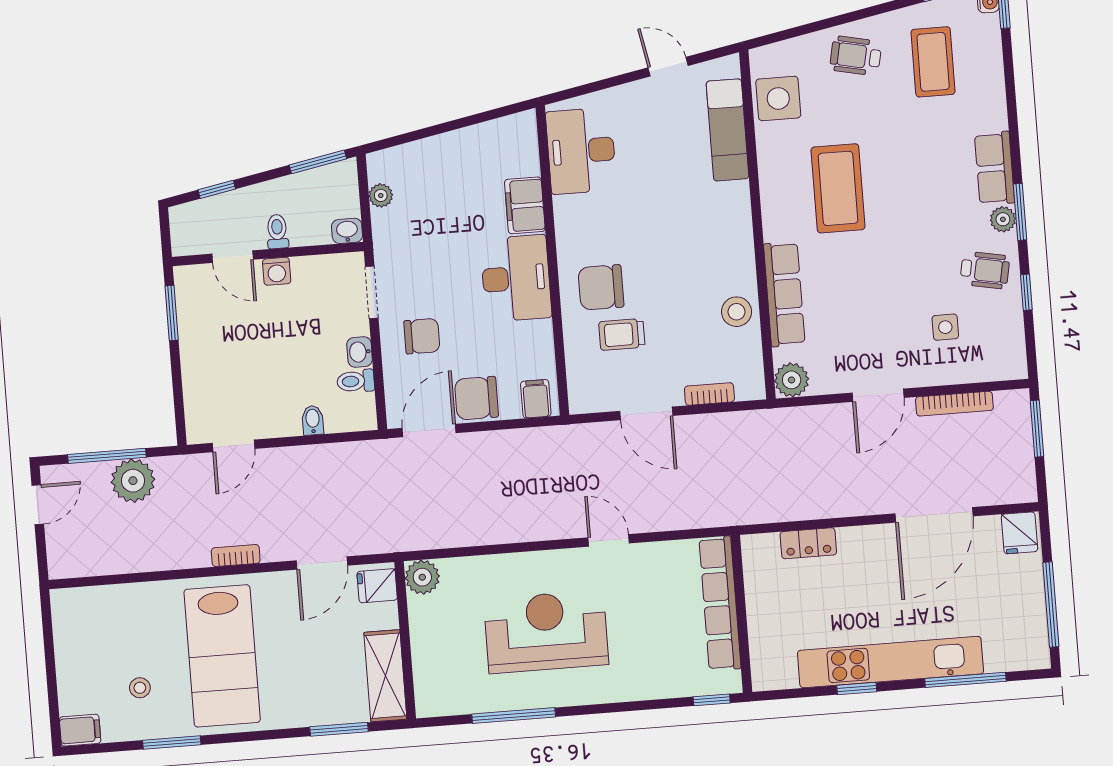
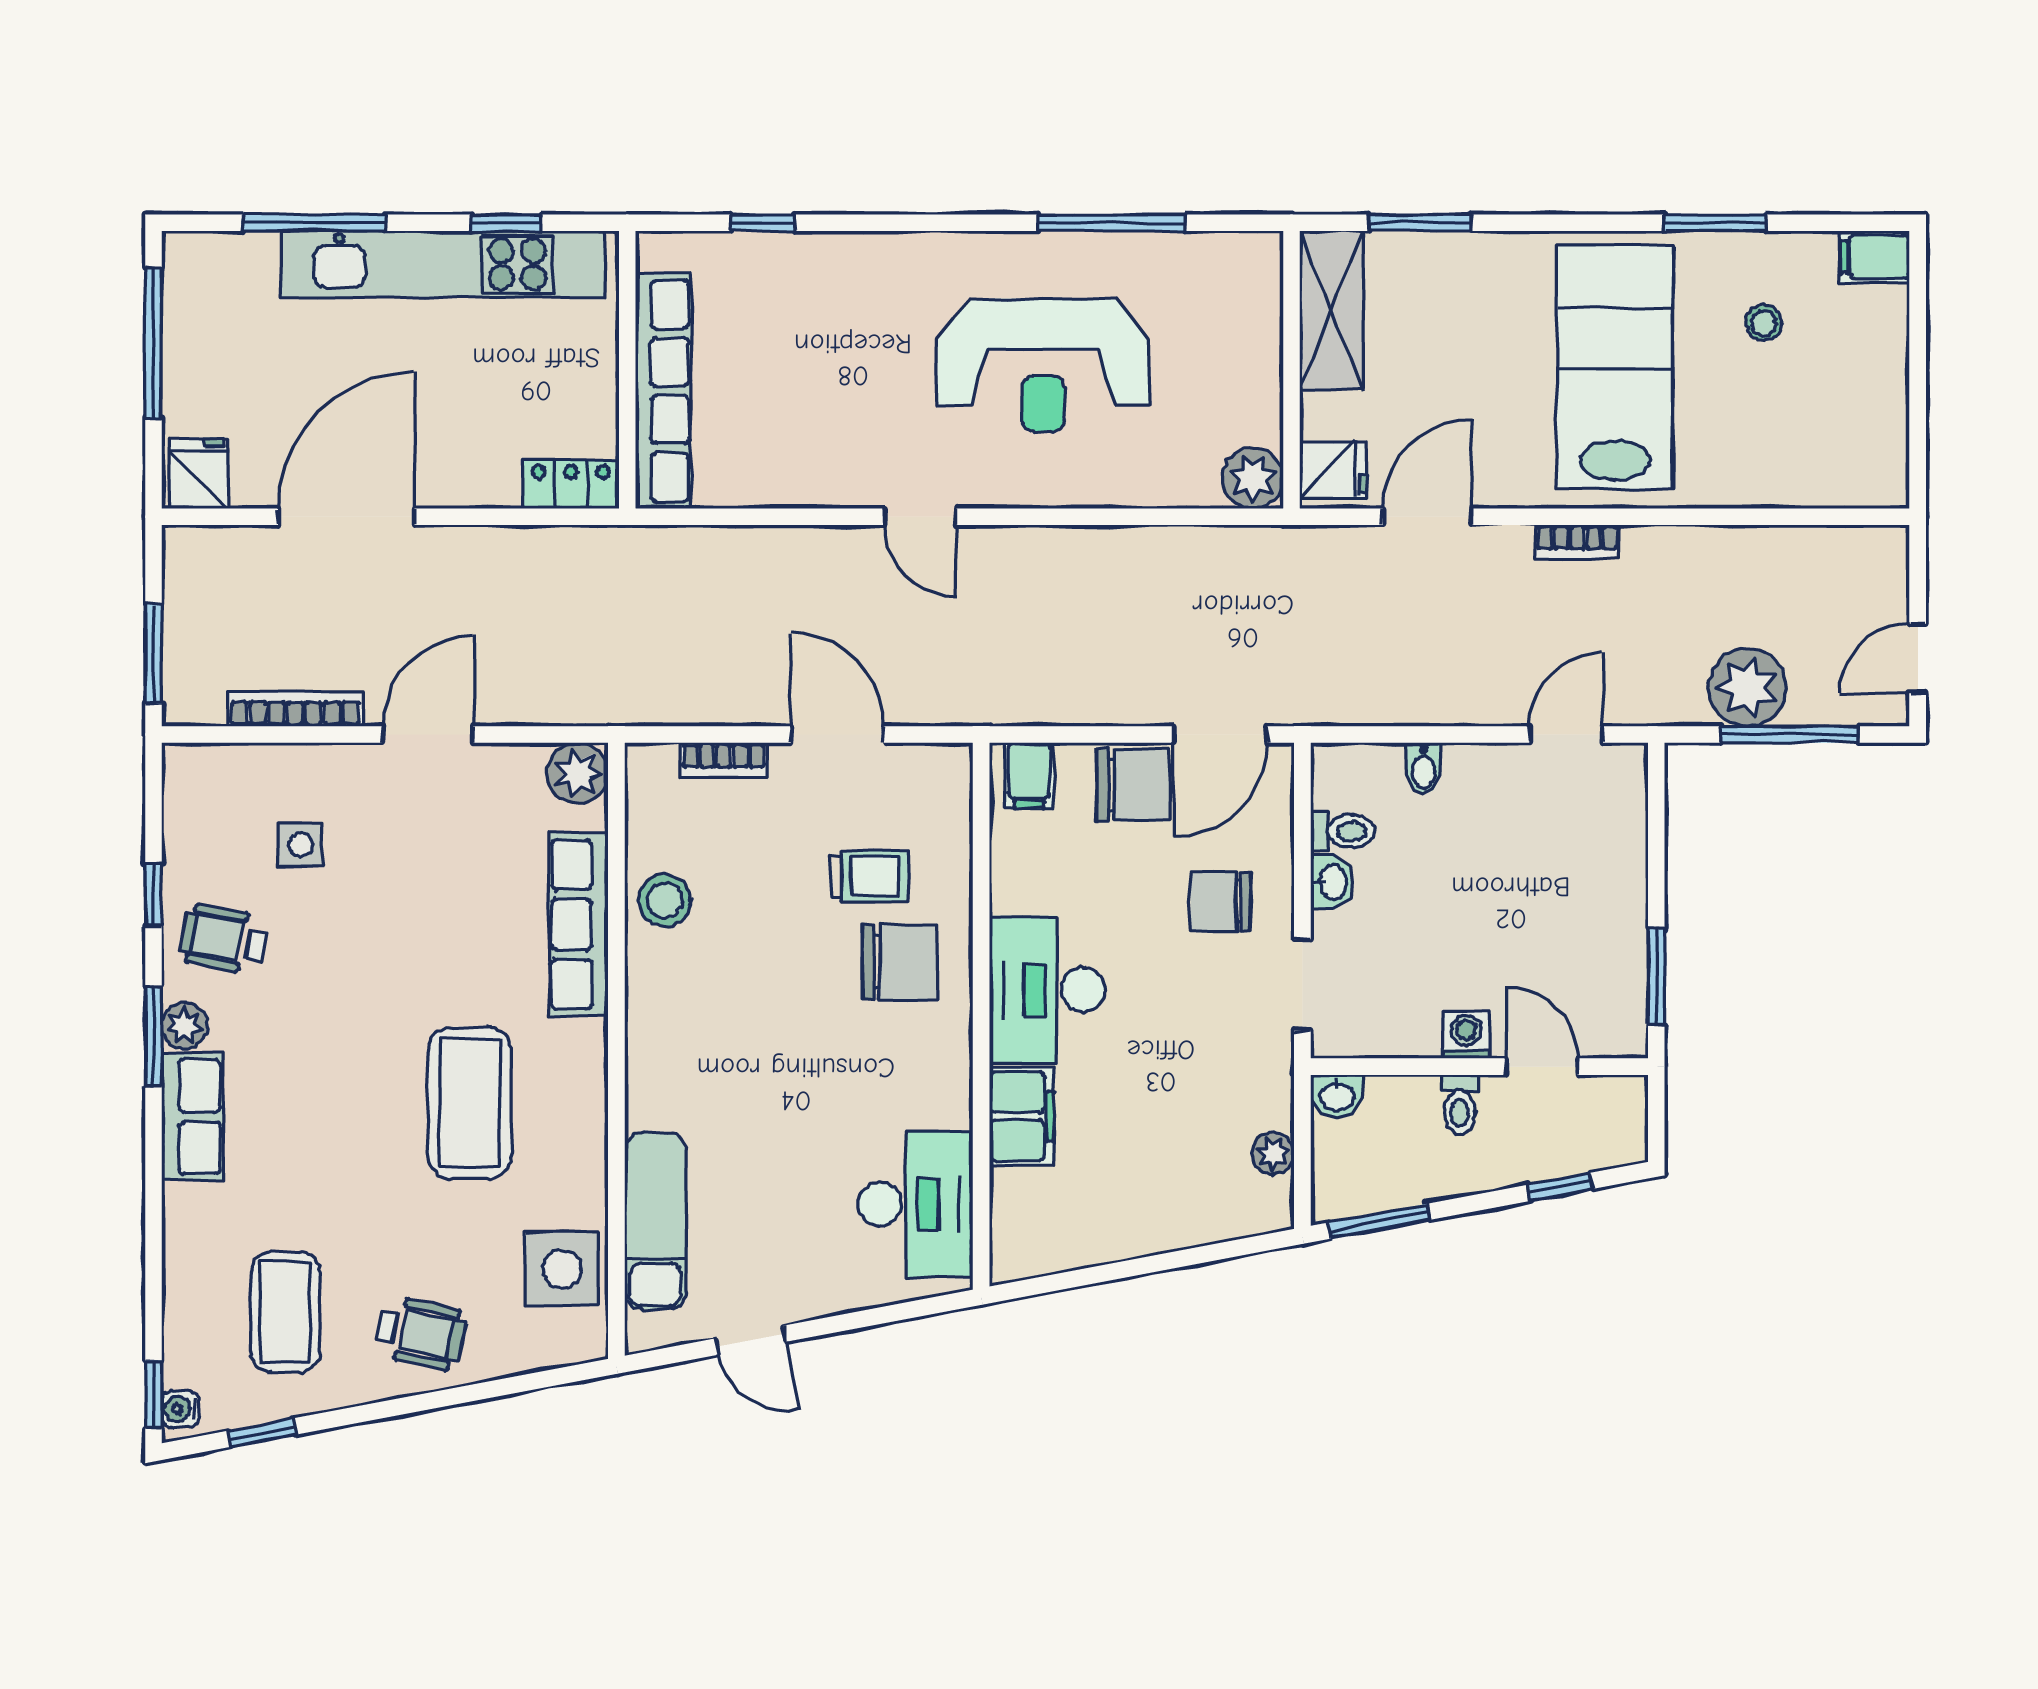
row of seats: (720, 603) -> (663, 391), moved
wall: (741, 614) -> (627, 370), moved

